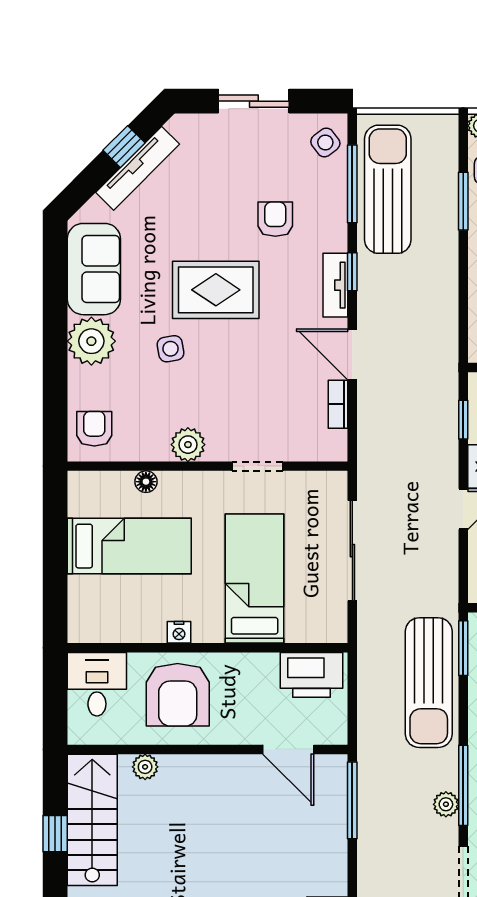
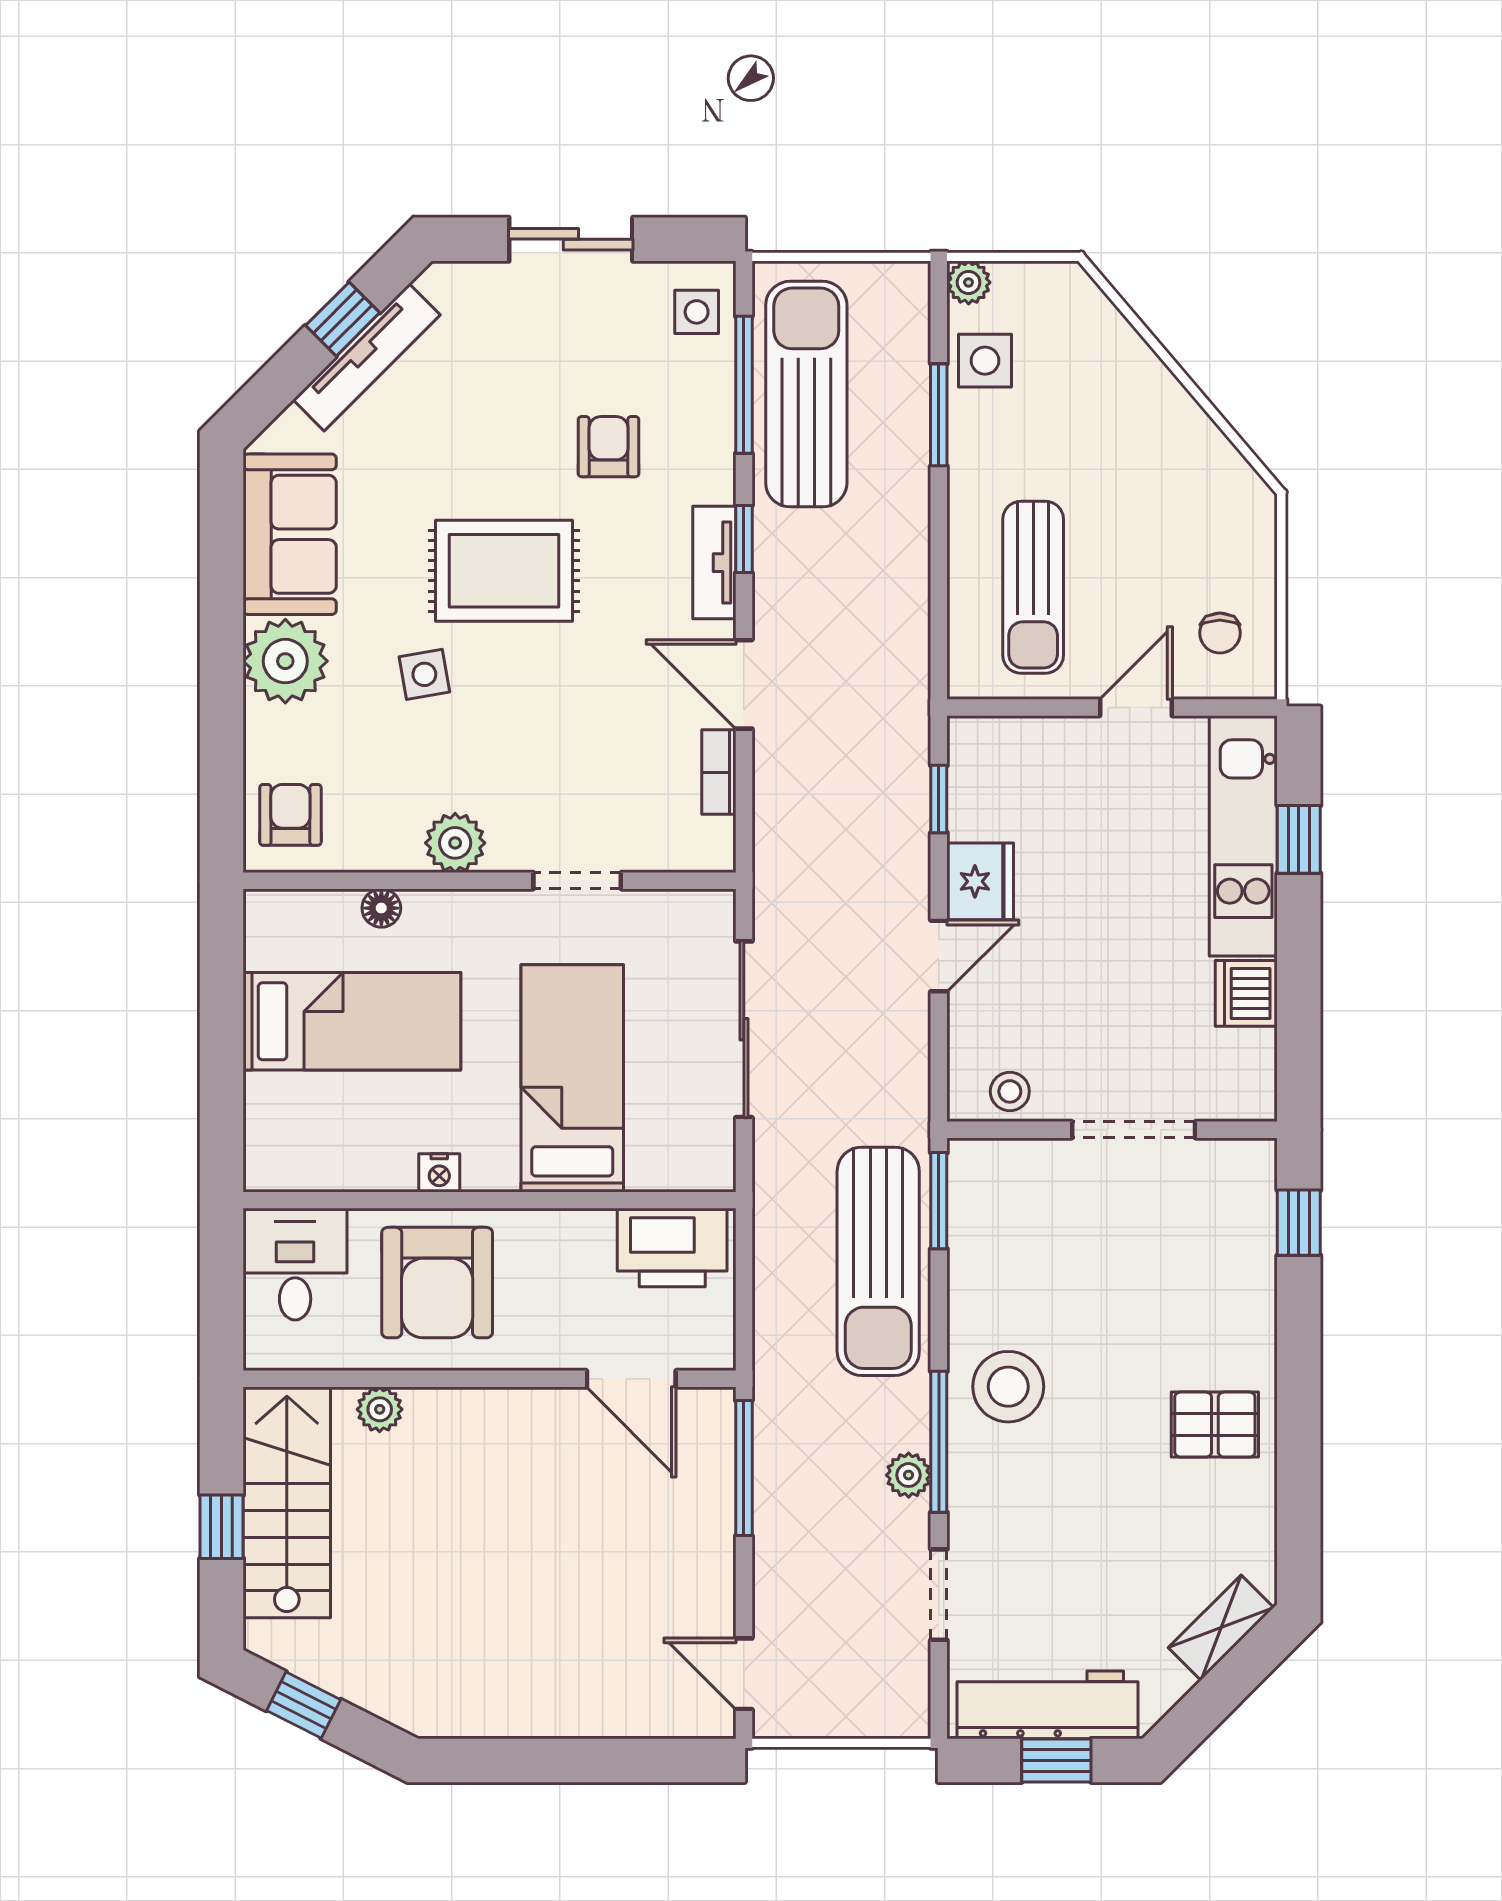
side table: (325, 142) -> (697, 312), turned 37

